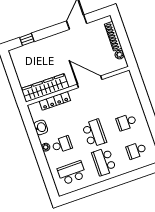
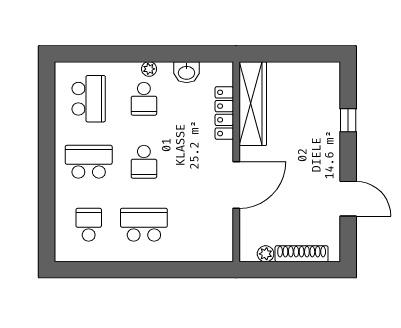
window: (27, 39) -> (348, 120), moved
school desk: (126, 122) -> (144, 225), width x1.85
school desk: (94, 133) -> (144, 162), width x0.54

